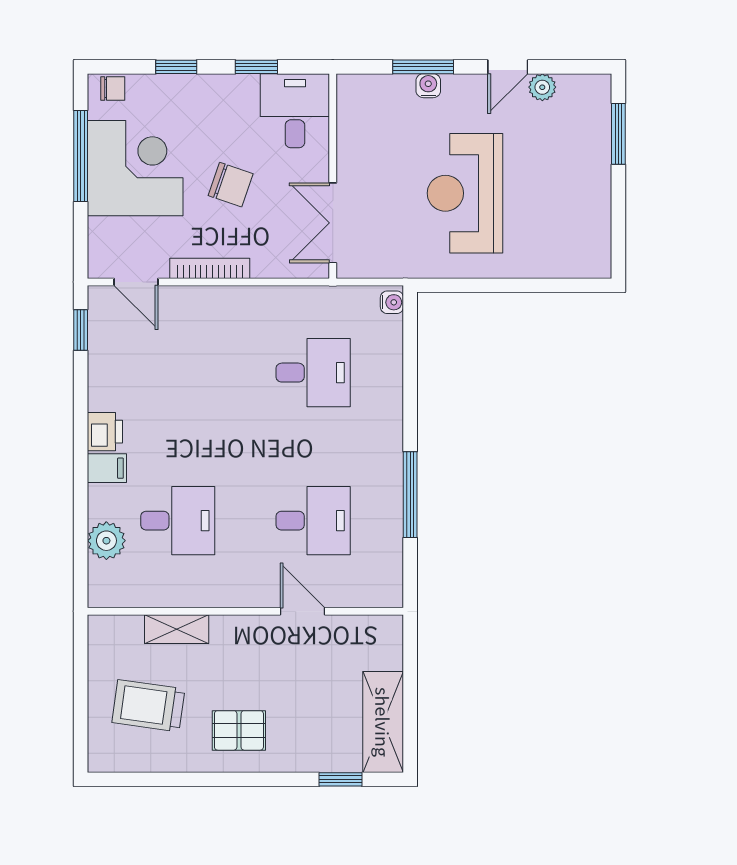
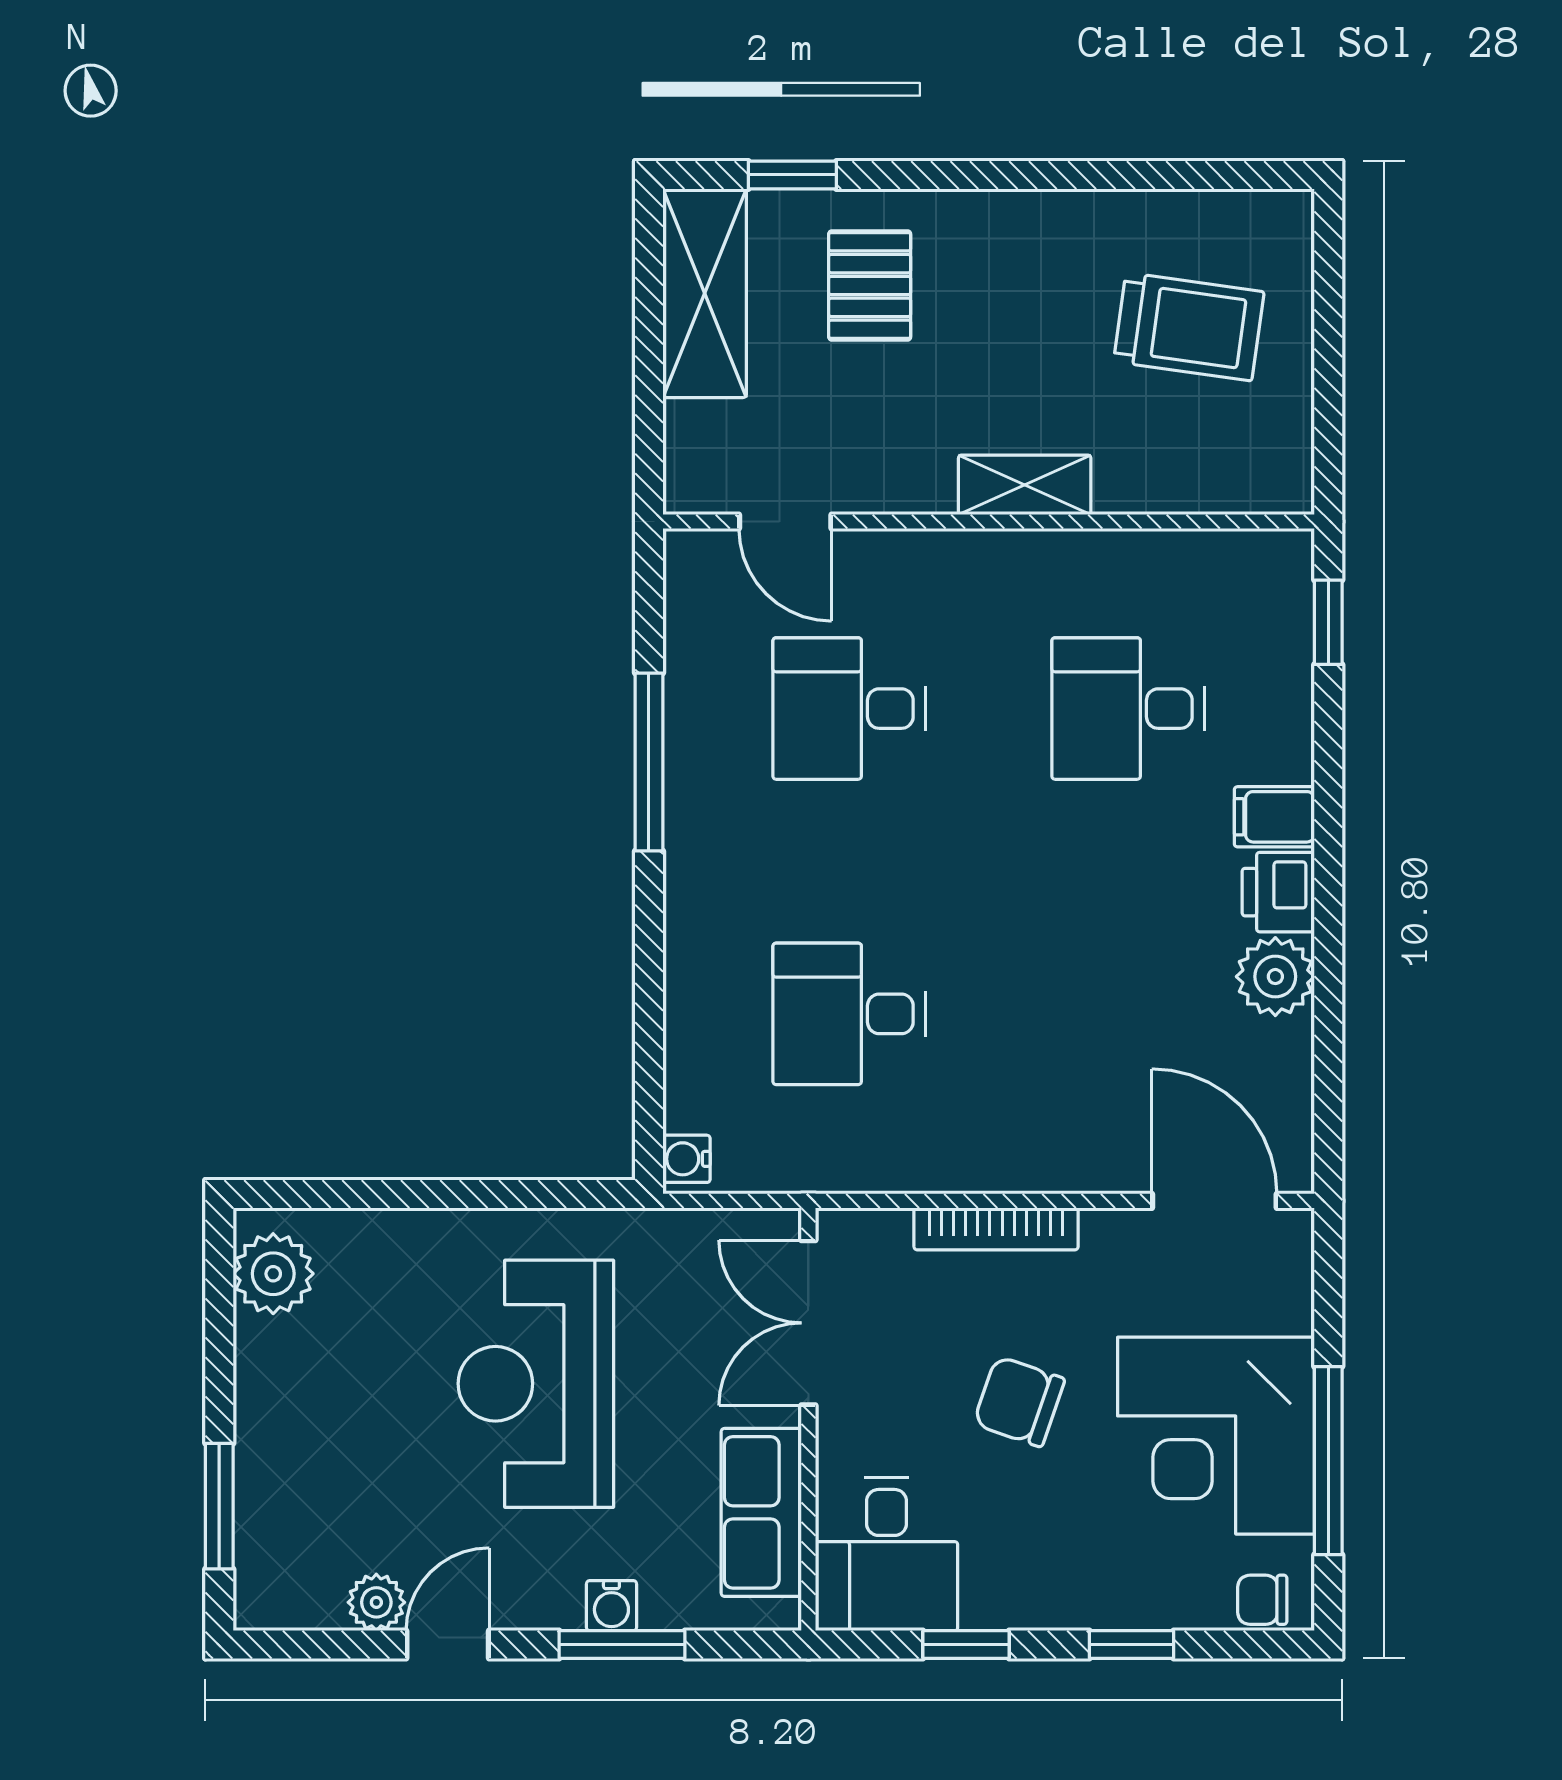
row of seats: (356, 131) -> (761, 1512), added
reception desk: (465, 193) -> (536, 1384), turned 180
double door: (333, 223) -> (808, 1323), swing flipped
plant: (592, 247) -> (273, 1274), added
bookcase: (210, 268) -> (996, 1229), moved
door: (136, 282) -> (1214, 1201), width x1.38
window: (81, 330) -> (1328, 622), moved
plant: (106, 541) -> (1275, 977), moved
door: (302, 611) -> (785, 522), moved
shelving: (177, 629) -> (1025, 485), moved
pallet: (239, 730) -> (870, 285), moved, turned 90

